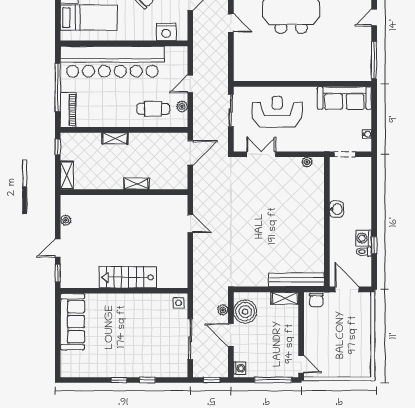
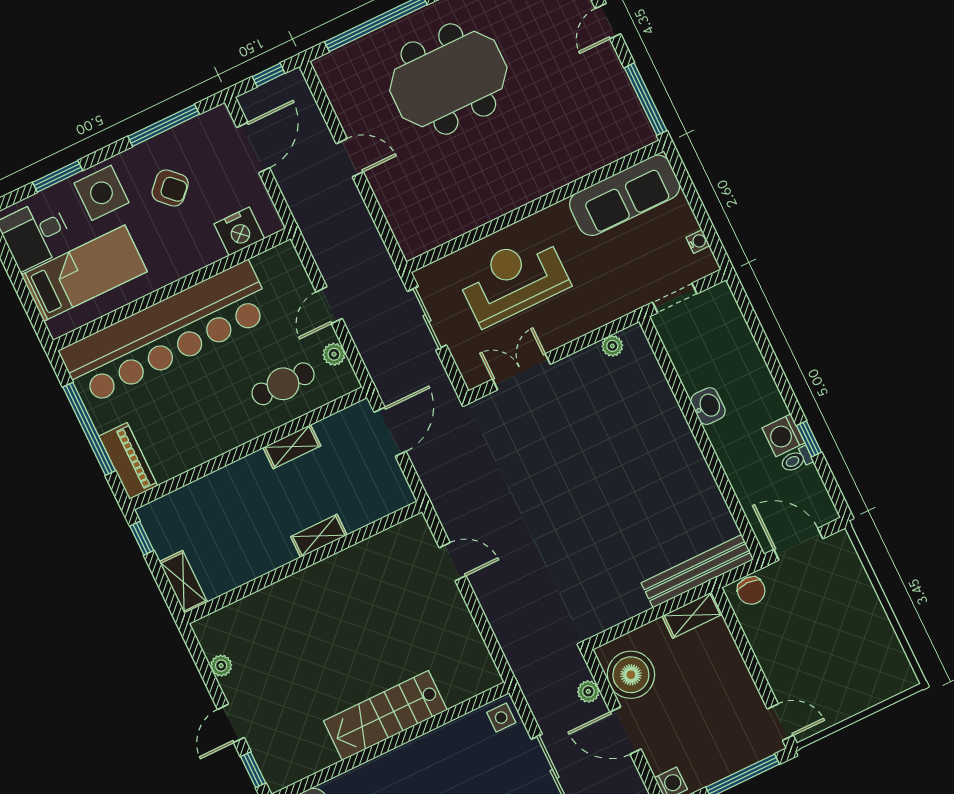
shelving: (115, 138) -> (292, 447), moved

